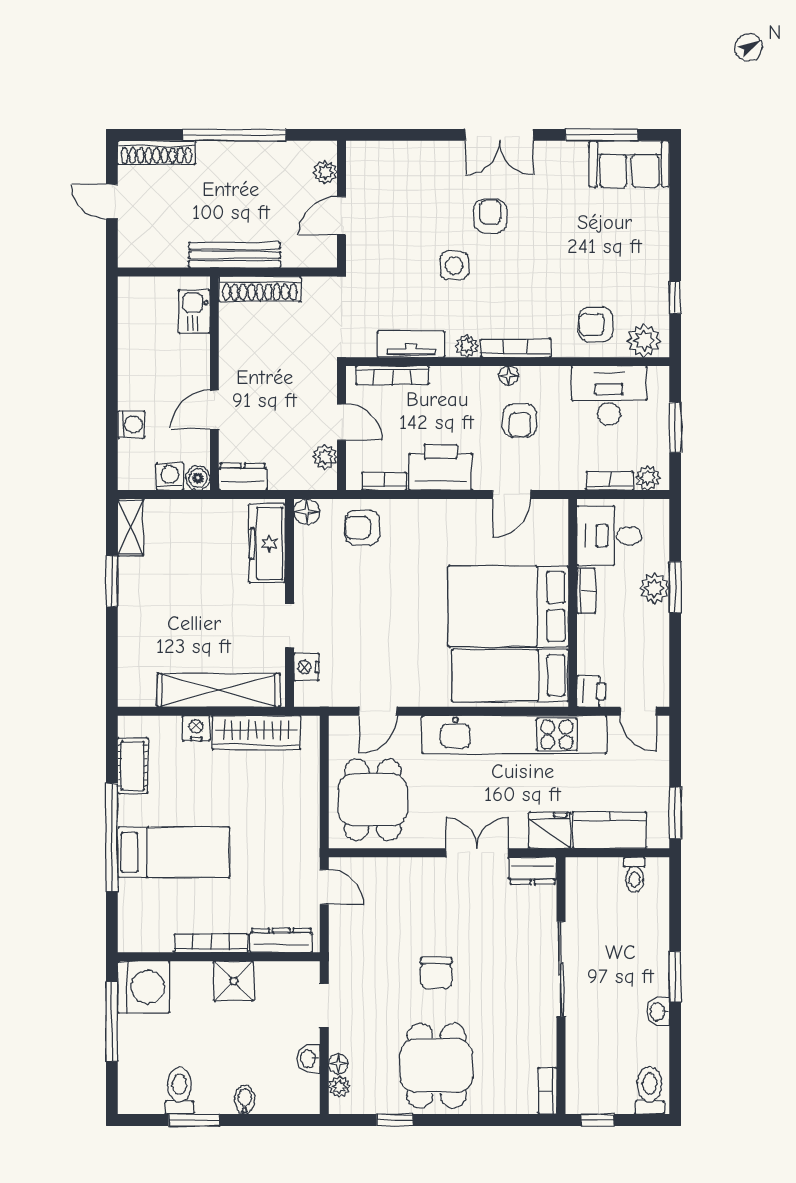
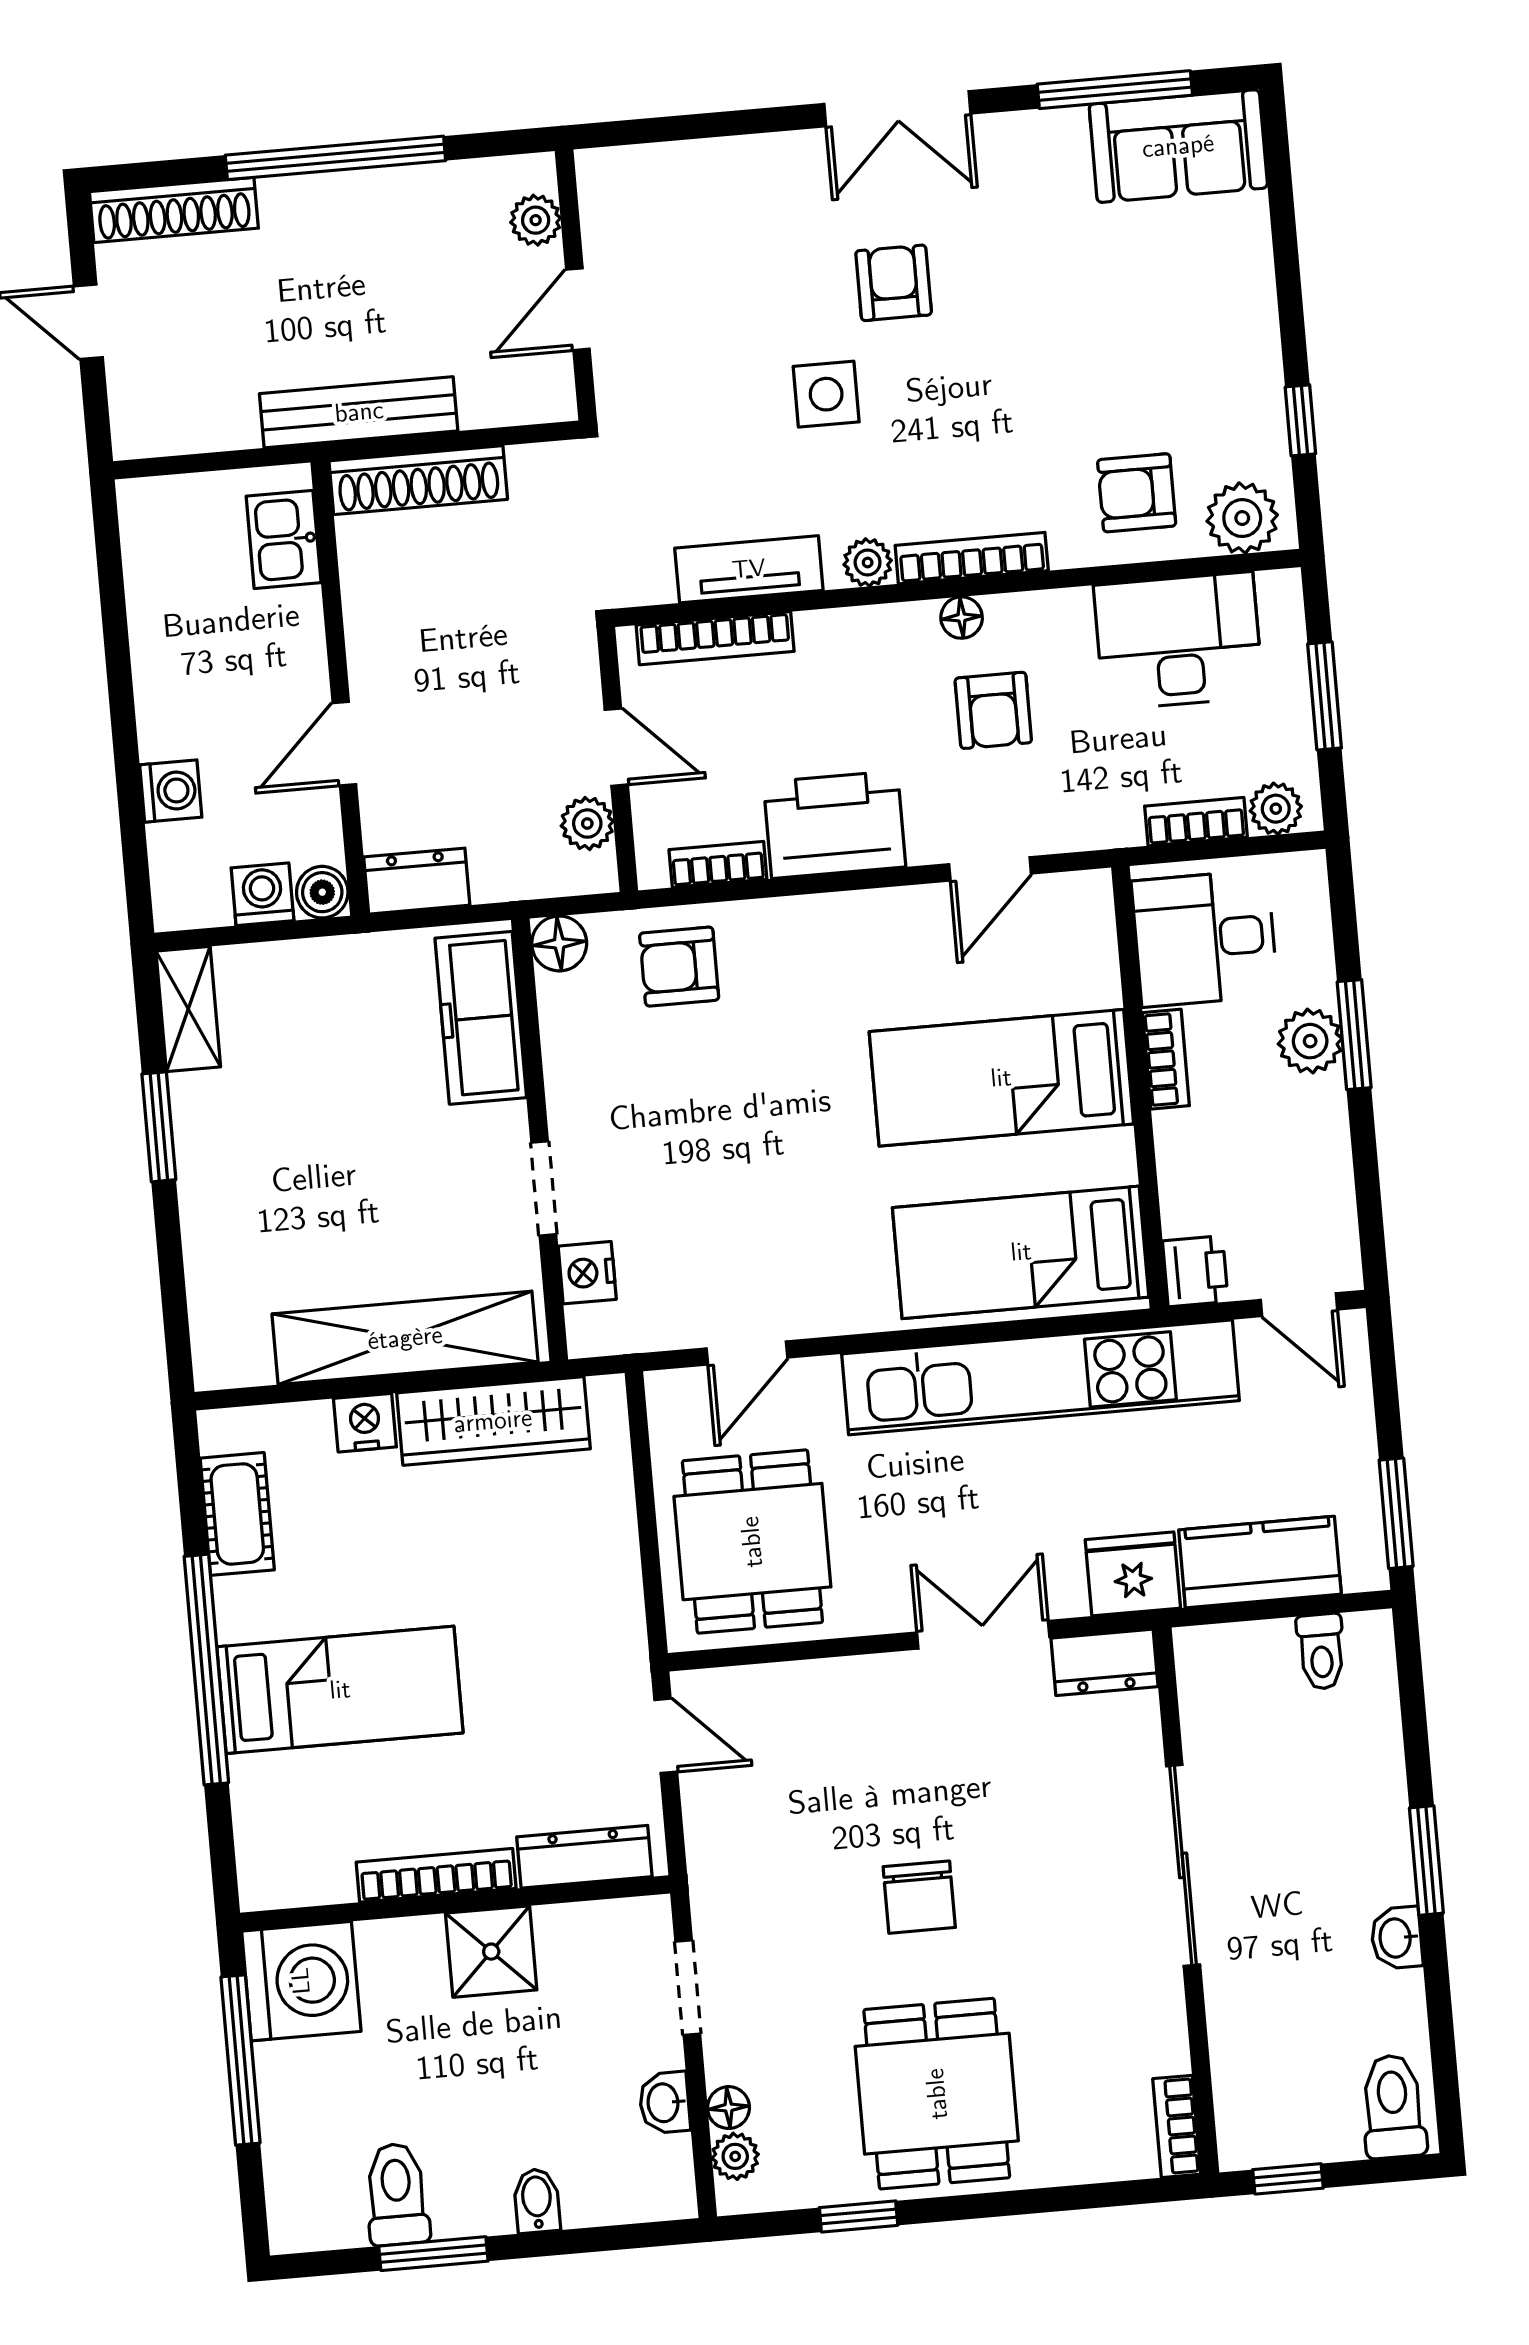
bed: (508, 606) -> (1001, 1078), width x0.67

